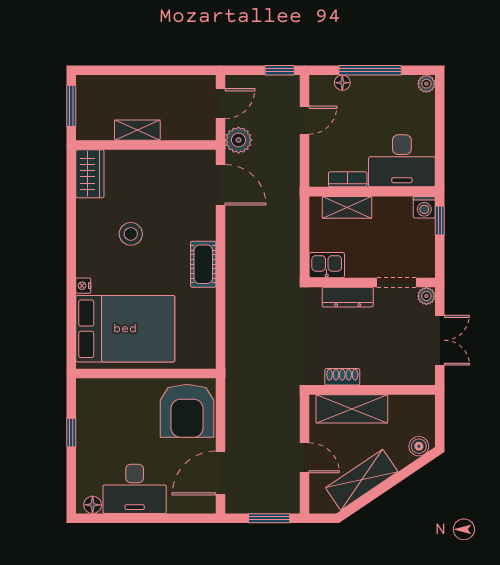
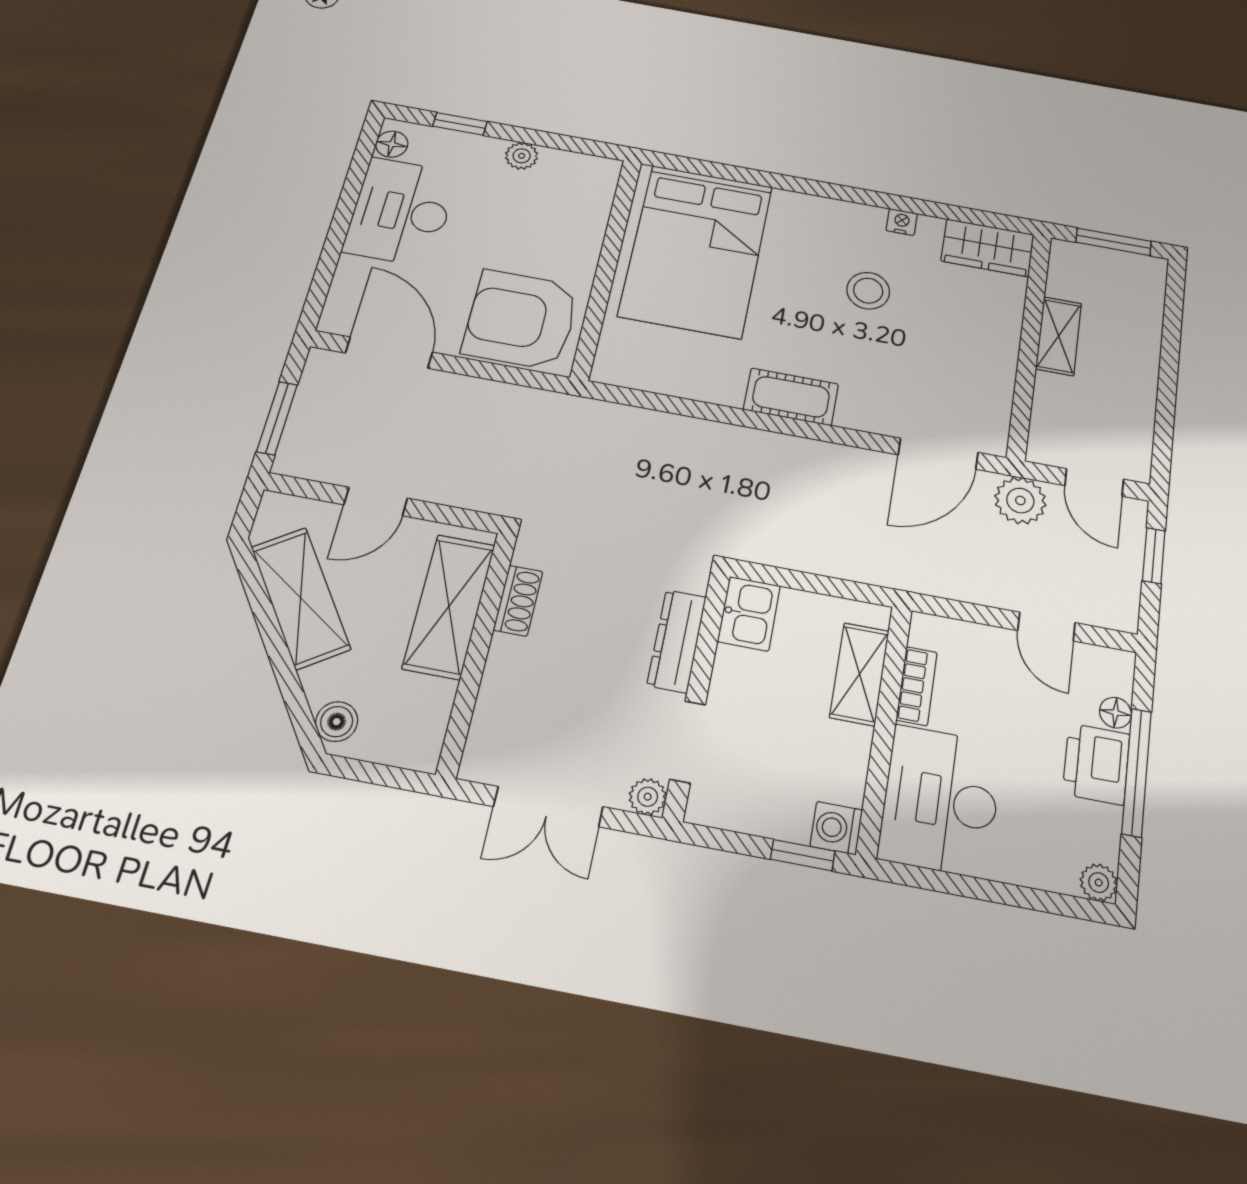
window: (280, 70) -> (1154, 556), moved
printer: (370, 90) -> (1096, 764), added
nightstand: (83, 286) -> (902, 222), moved
window: (71, 433) -> (460, 124), moved
plant: (85, 434) -> (522, 156), added

